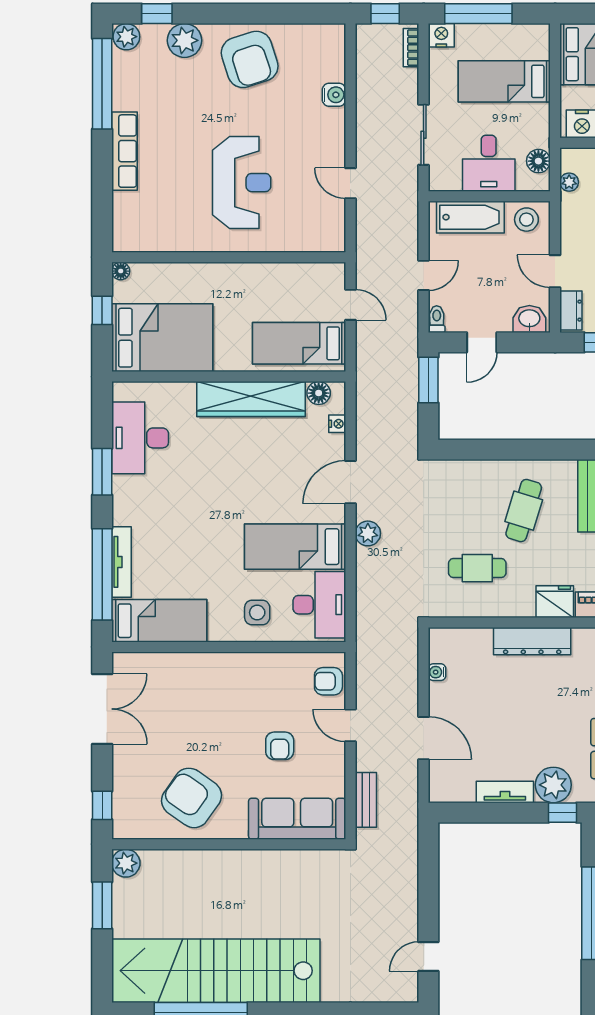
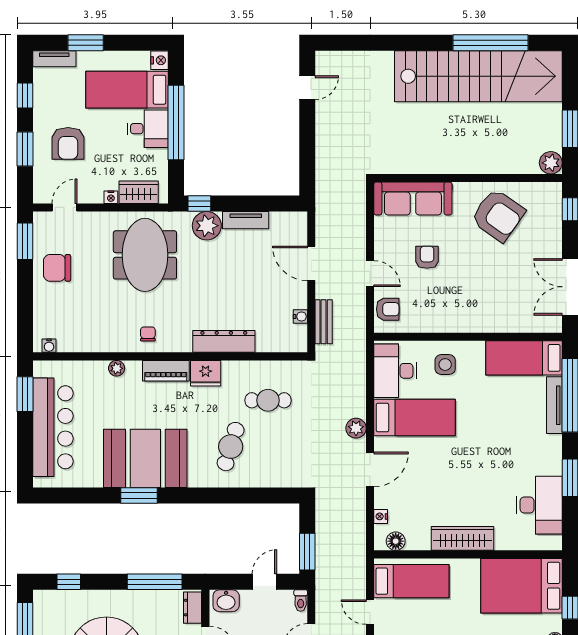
wardrobe: (251, 399) -> (463, 538), width x0.71, depth x0.85
bench: (366, 800) -> (324, 322), moved

